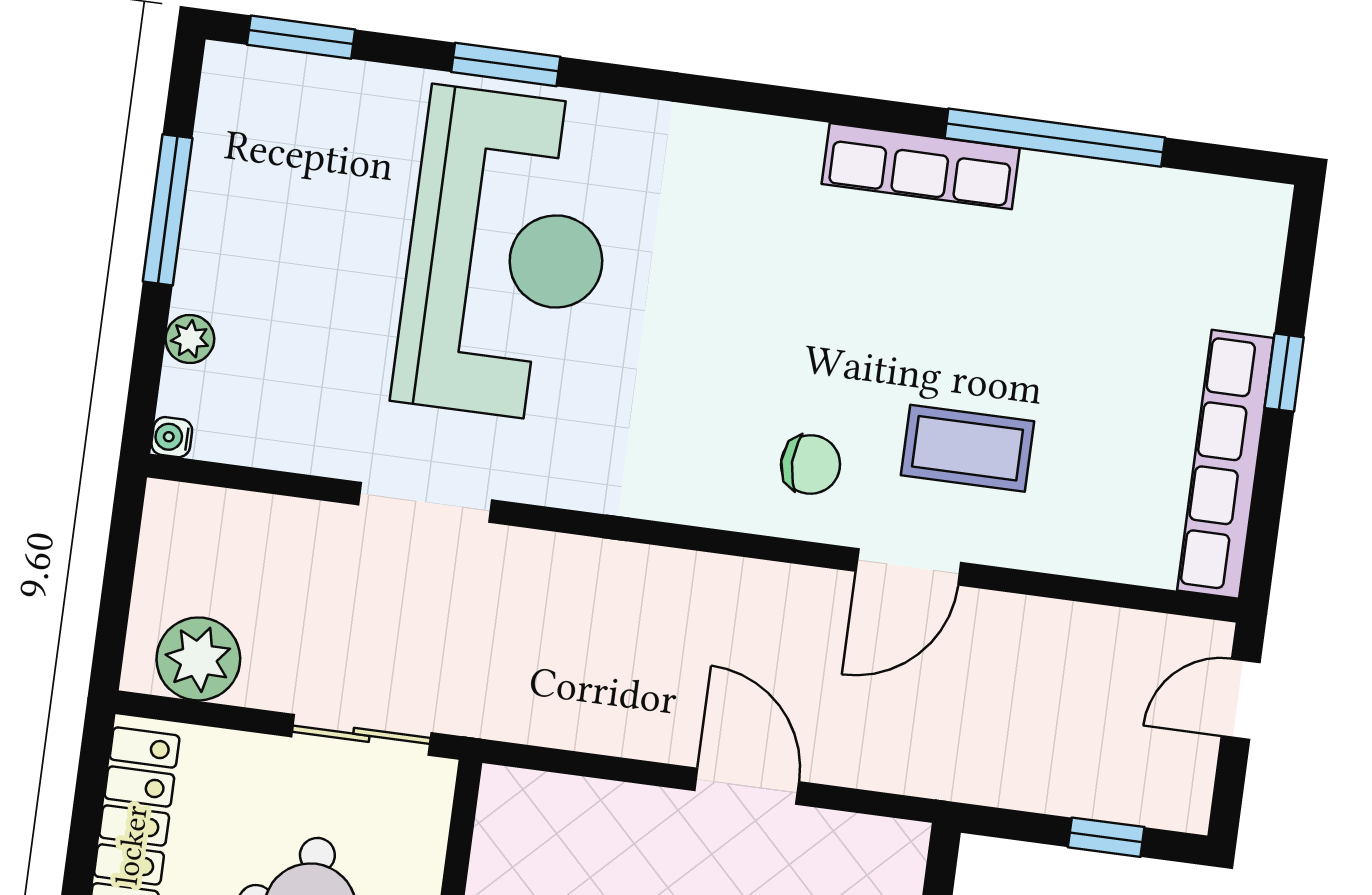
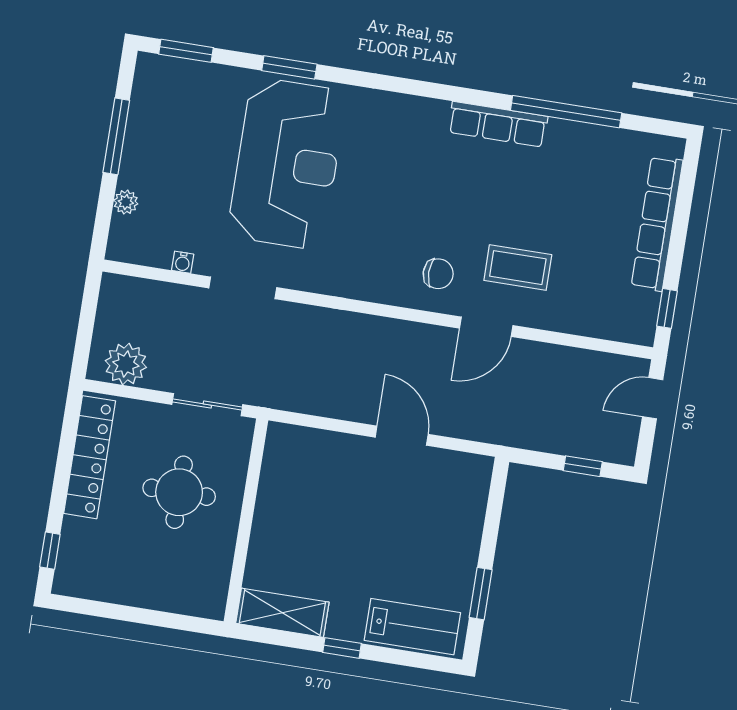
window: (1284, 373) -> (667, 308), moved
water cooler: (172, 437) -> (183, 262), moved, turned -90
row of seats: (1225, 464) -> (657, 224), moved

